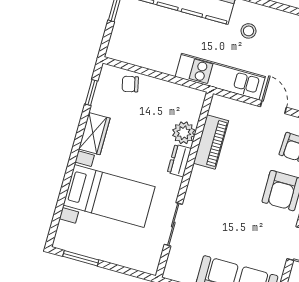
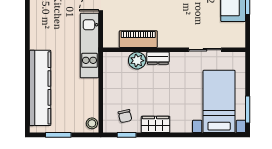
stool: (249, 31) -> (92, 123), moved
chair: (130, 84) -> (125, 116), moved
bed with nightstands: (109, 196) -> (219, 101), moved

